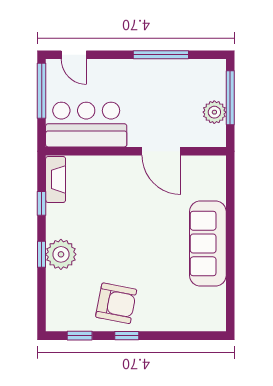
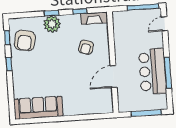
plant: (214, 112) -> (138, 105), removed
bar counter: (86, 125) -> (153, 71), moved, turned 180
armchair: (106, 197) -> (86, 47), added
sofa: (208, 244) -> (38, 108), moved
armchair: (116, 303) -> (25, 40), moved

